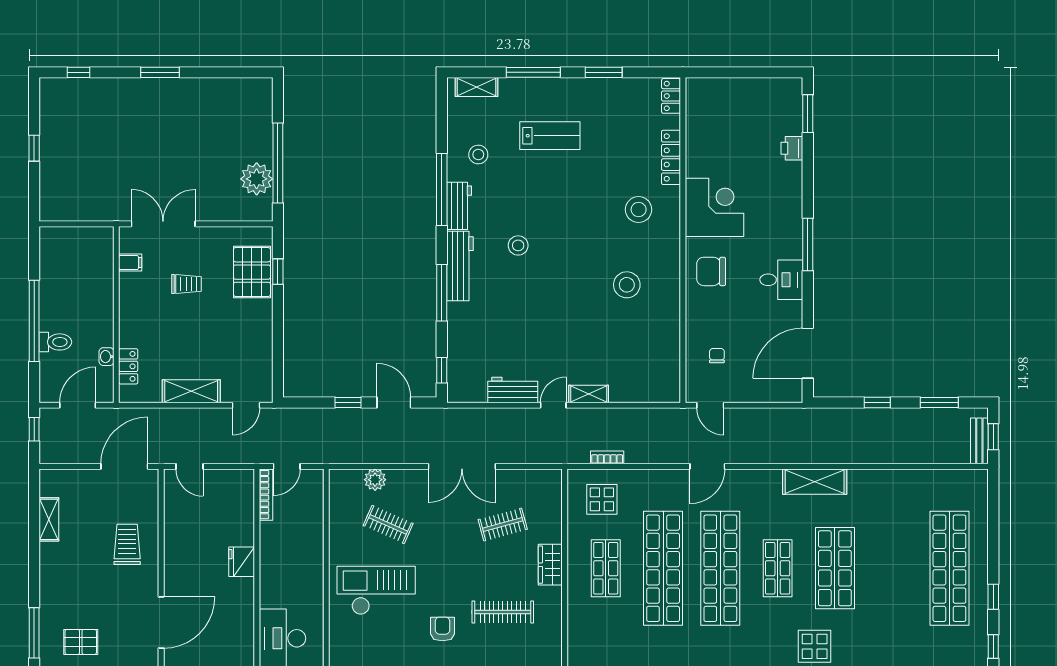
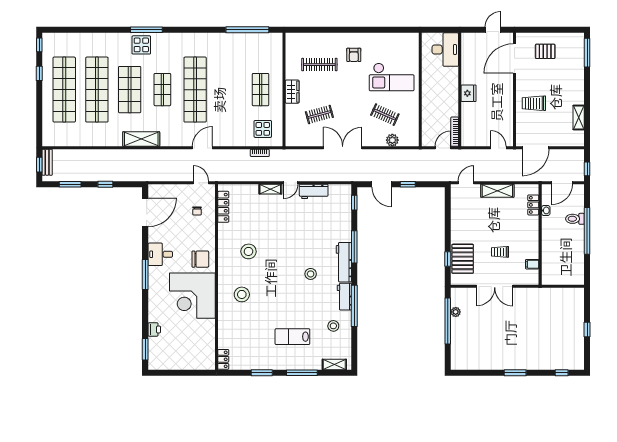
locker: (671, 157) -> (223, 207), moved
plant: (257, 179) -> (456, 312), width x0.53, depth x0.53
corner desk: (715, 207) -> (192, 296), width x1.36, depth x1.36
double door: (163, 224) -> (495, 286), moved
trolley: (127, 544) -> (534, 103), turned 90
shop shelf: (663, 568) -> (97, 90), moved
pallet: (81, 642) -> (545, 51), moved

